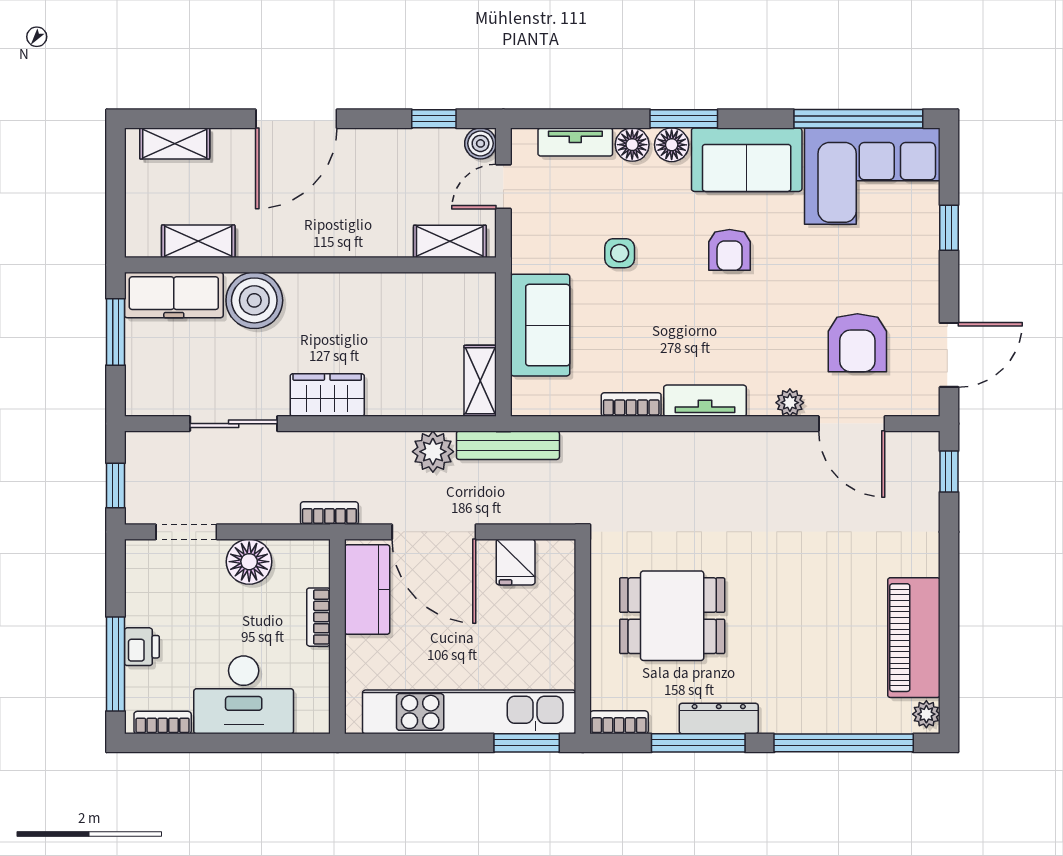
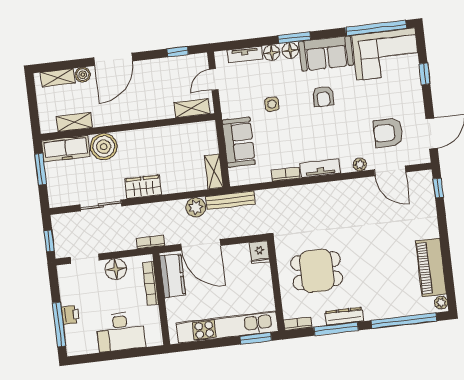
boiler: (480, 143) -> (83, 75), moved
armchair: (857, 343) -> (388, 133), turned 90
fridge: (516, 562) -> (260, 252), moved
bookcase: (319, 617) -> (150, 283), width x1.56
bookcase: (163, 723) -> (84, 349), removed

